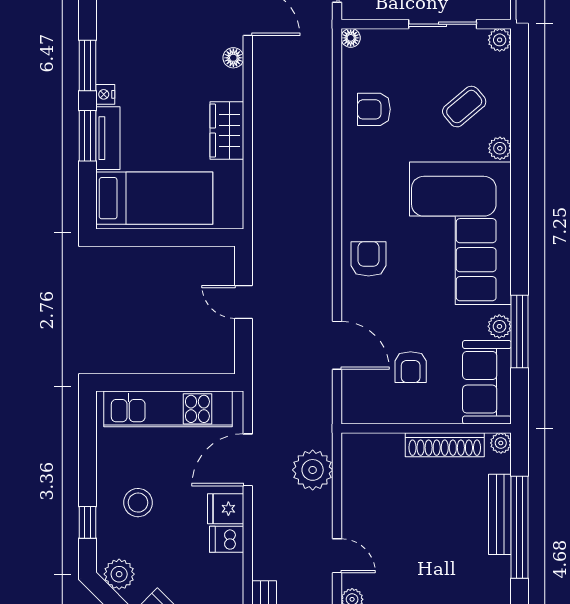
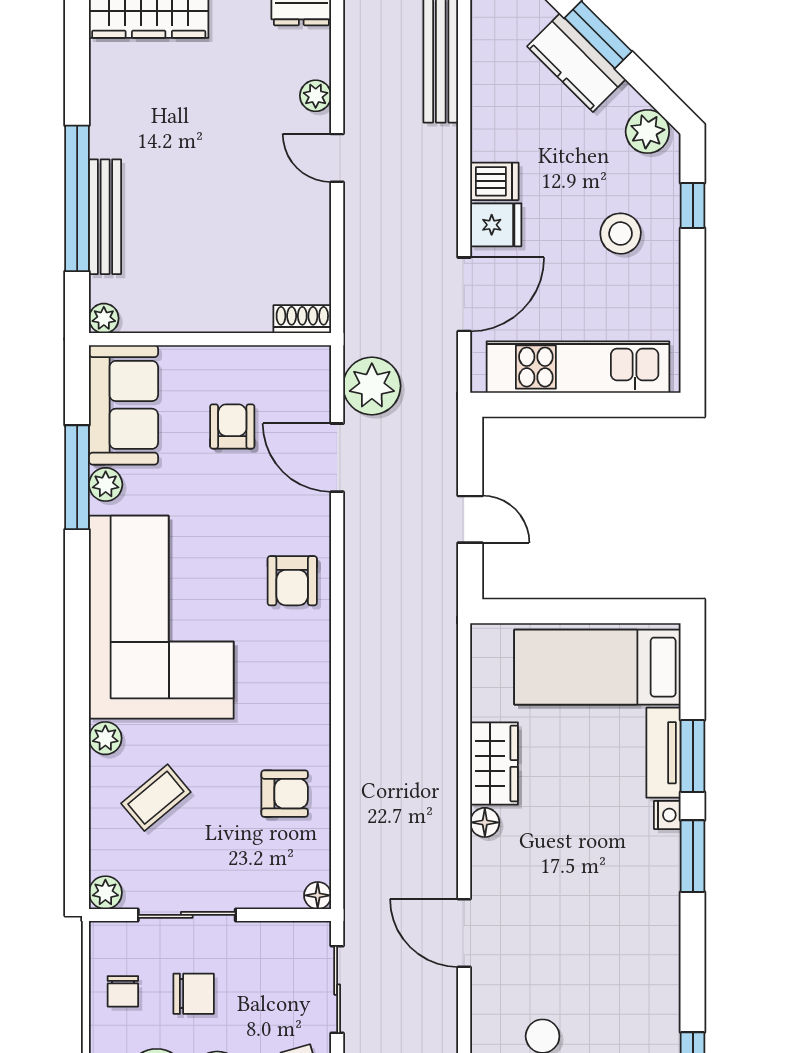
floor lamp: (233, 58) -> (485, 822), moved
shoe rack: (445, 445) -> (302, 319), moved, width x0.51, depth x0.81
plant: (313, 470) -> (372, 386), moved

